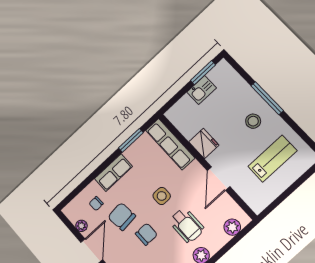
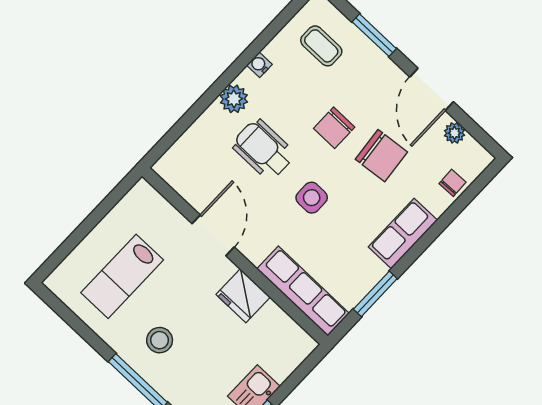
chair: (96, 204) -> (452, 183), moved
plant: (232, 227) -> (183, 153), removed

